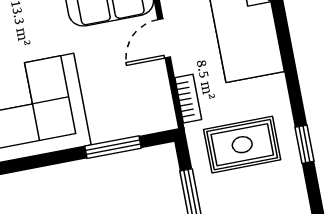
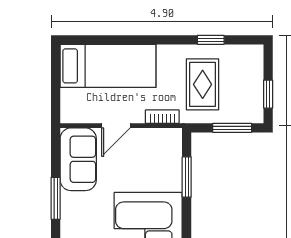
door: (164, 38) -> (116, 126), hinge flipped

